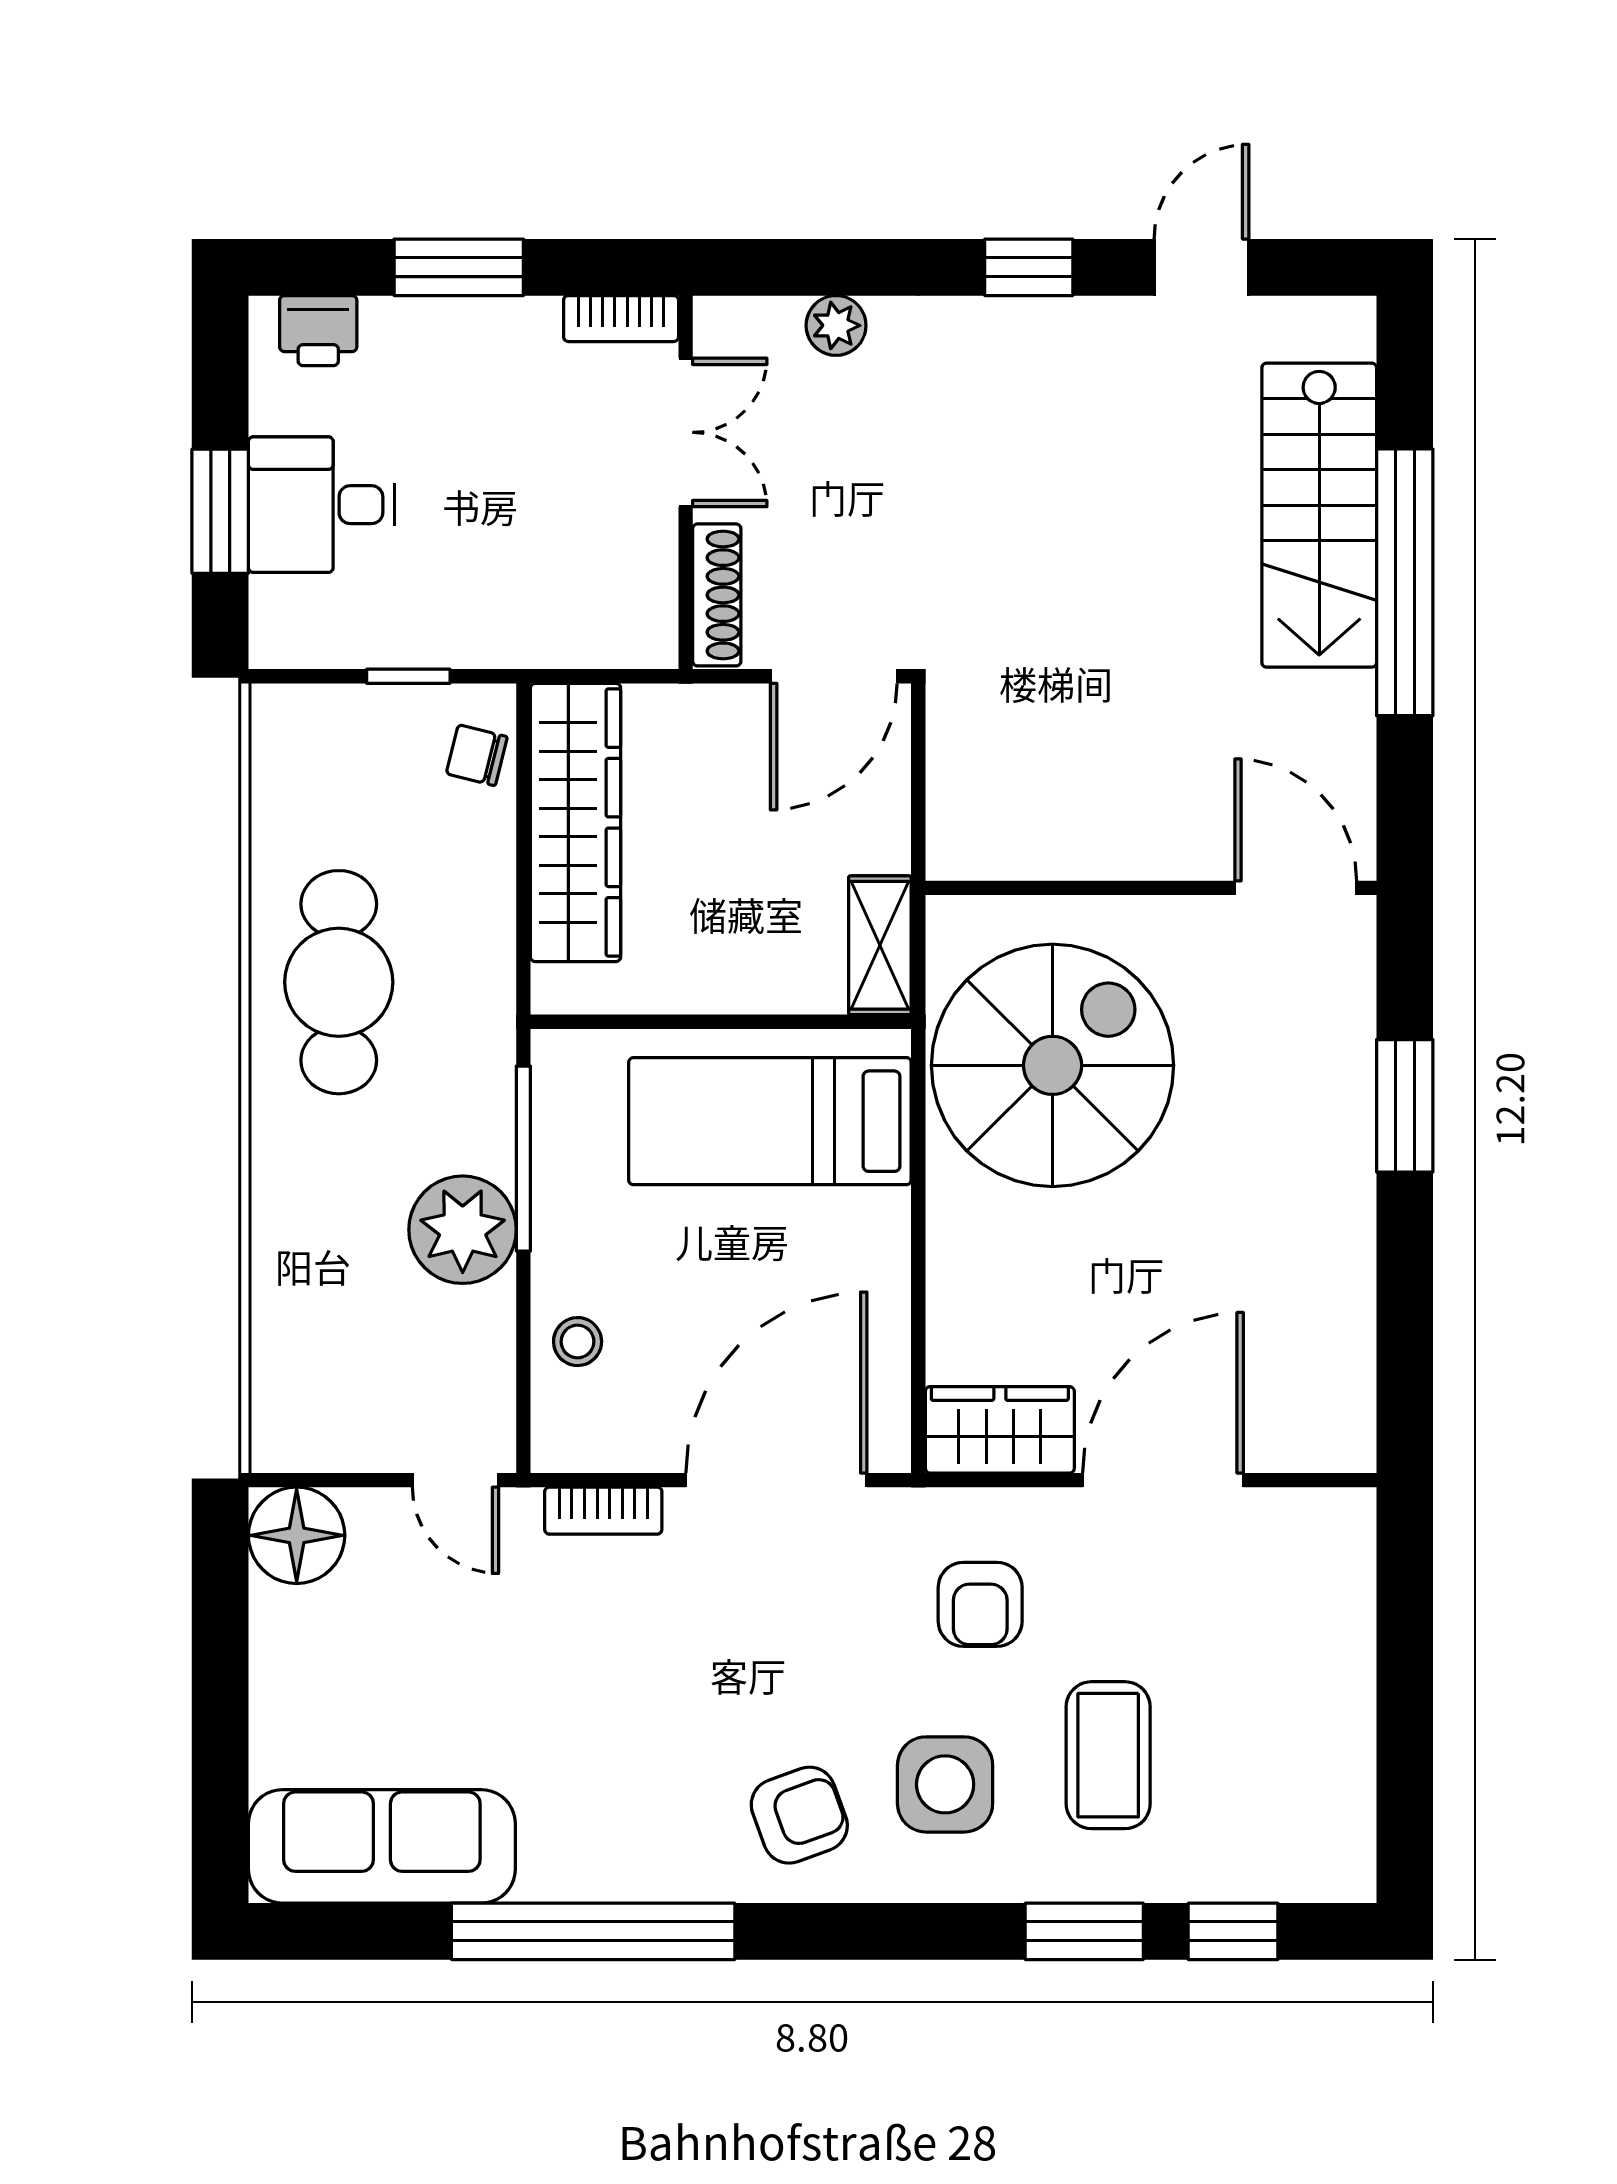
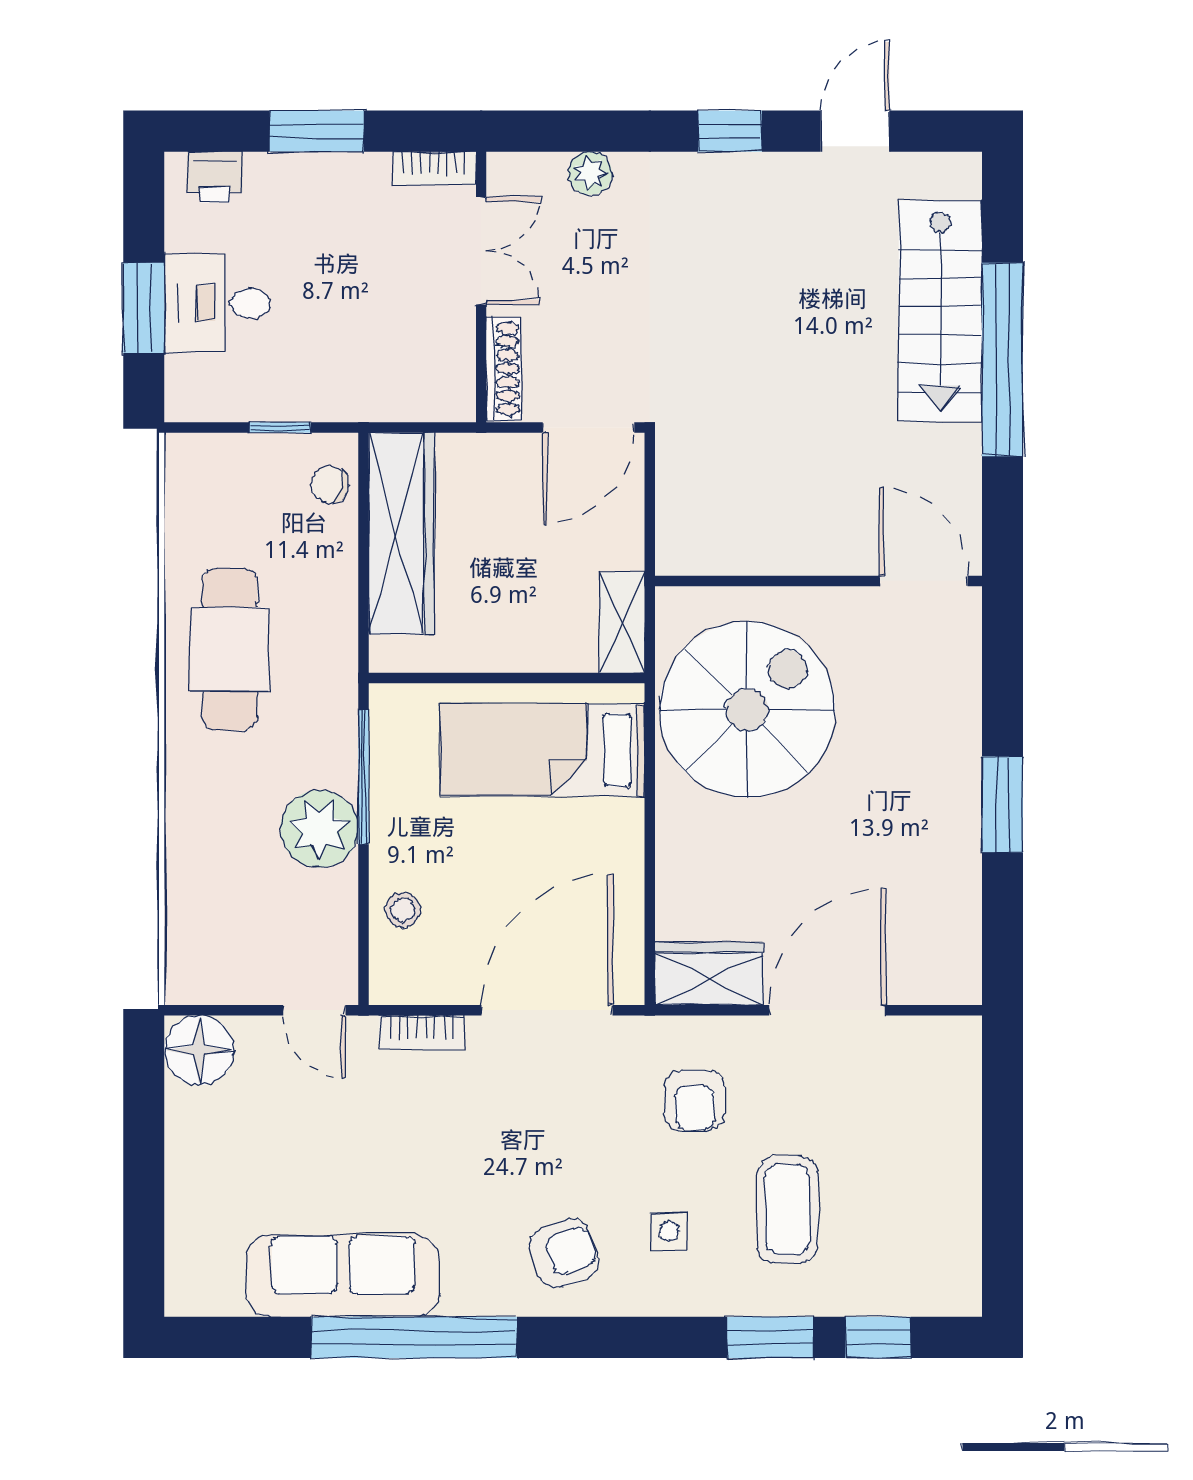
window: (1405, 1106) -> (1002, 804), moved
side table: (945, 1784) -> (669, 1231), width x0.54, depth x0.54
sofa: (382, 1846) -> (343, 1276), moved

